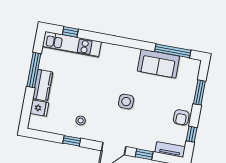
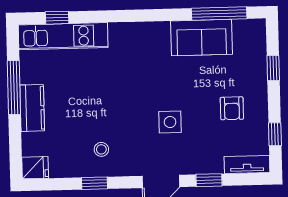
window: (199, 92) -> (273, 68), width x0.67
side table: (126, 102) -> (170, 122), moved
fridge: (39, 108) -> (35, 168), moved
armchair: (181, 117) -> (232, 108), moved

